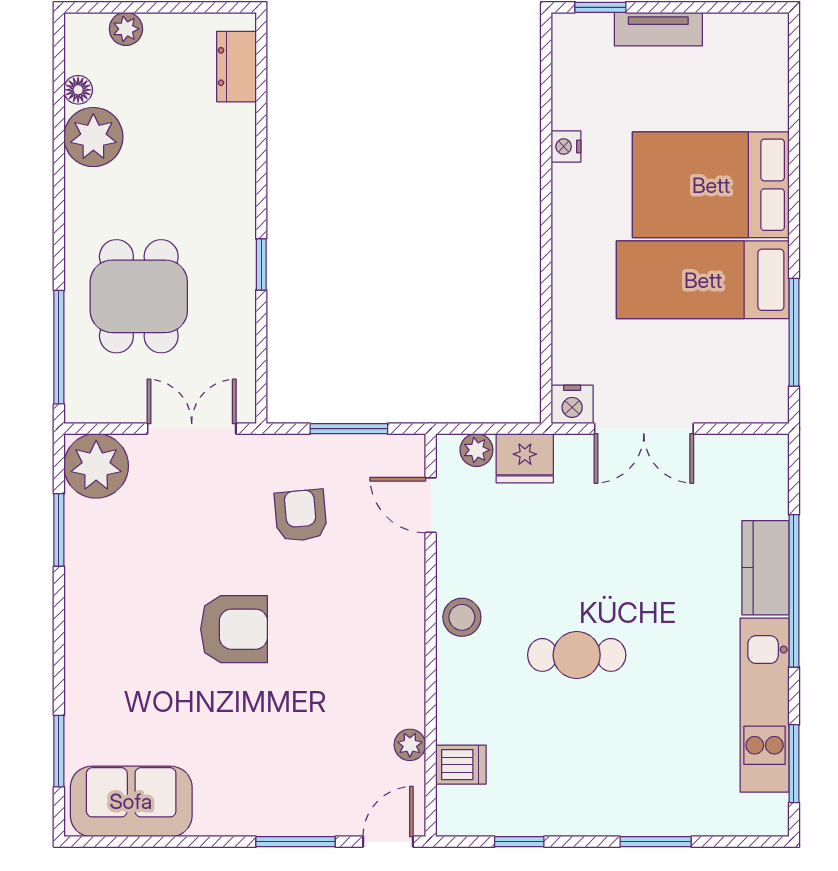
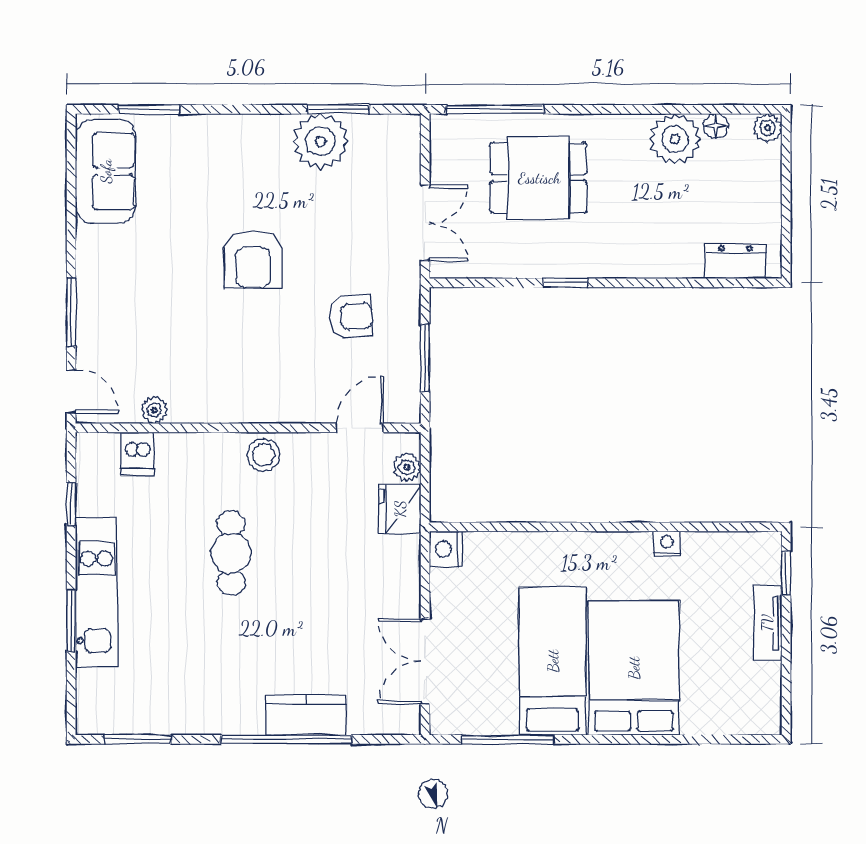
plant: (126, 29) -> (768, 128), moved
double door: (644, 429) -> (425, 661), moved
plant: (96, 466) -> (321, 141), moved
kitchen unit: (765, 705) -> (96, 593), moved, turned 90

